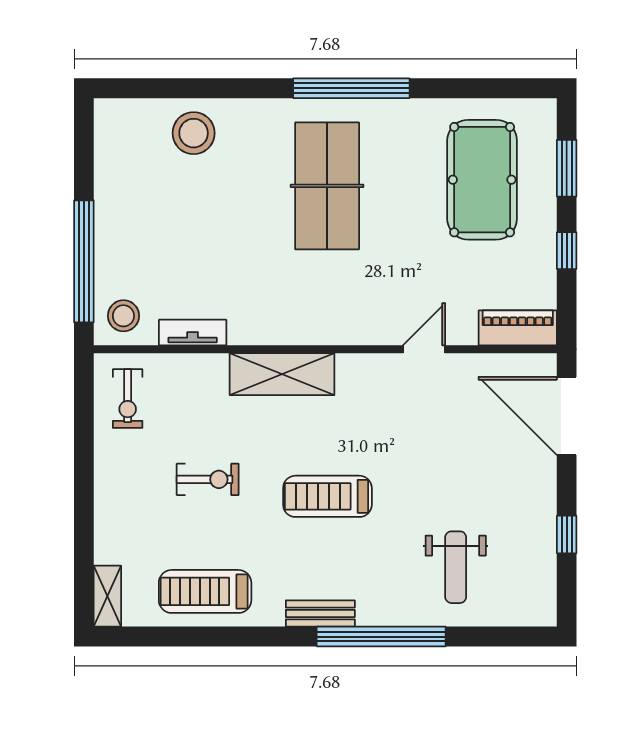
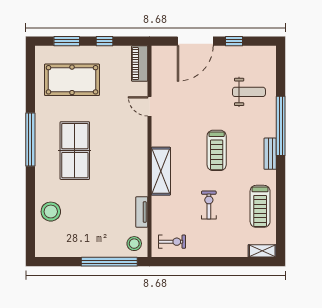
table tennis table: (327, 186) -> (75, 151), turned 90
door: (567, 416) -> (195, 41), moved

